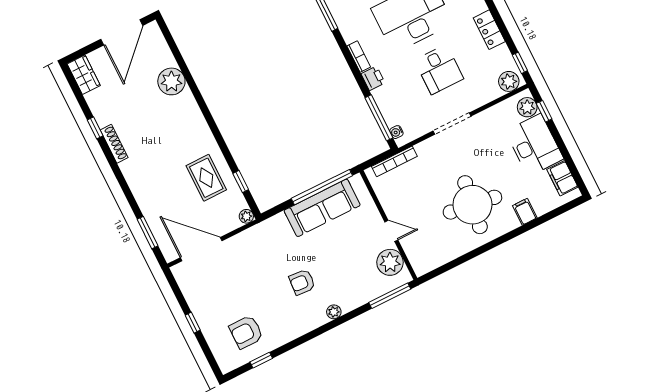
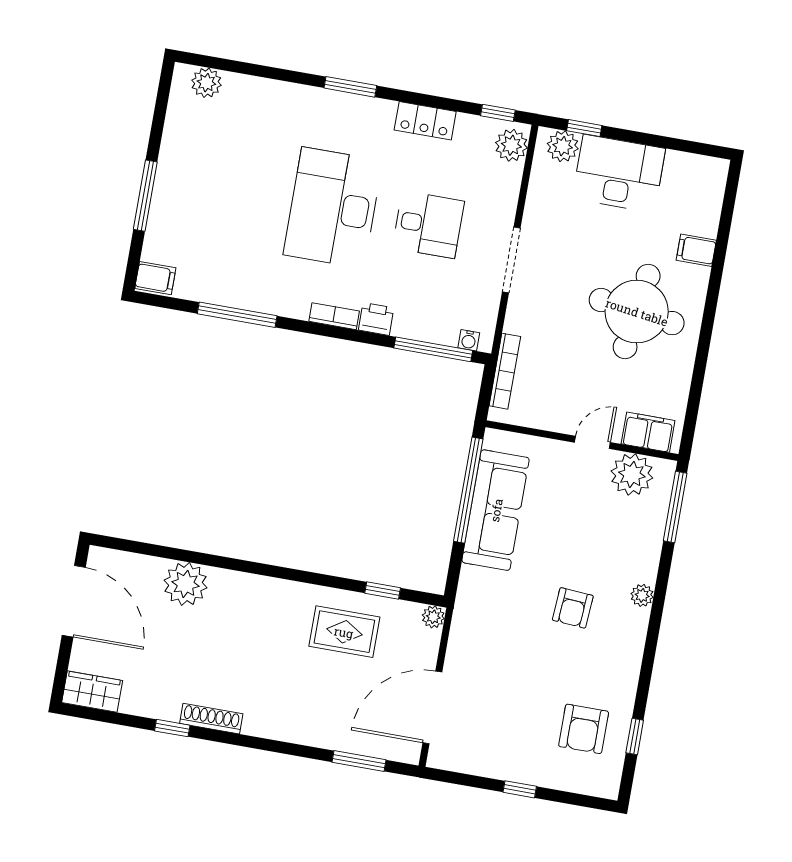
filing cabinet: (562, 178) -> (648, 432), moved, turned 180

